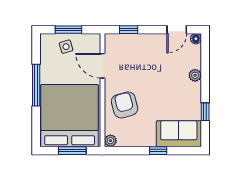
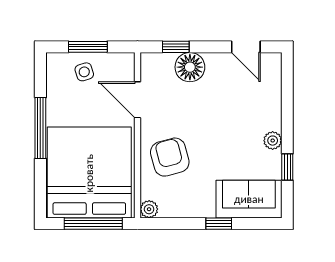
door: (177, 30) -> (246, 47), hinge flipped
floor lamp: (196, 39) -> (190, 67), moved, width x1.89, depth x1.89
plant: (195, 75) -> (273, 141), moved
window: (72, 151) -> (93, 224), width x1.44

